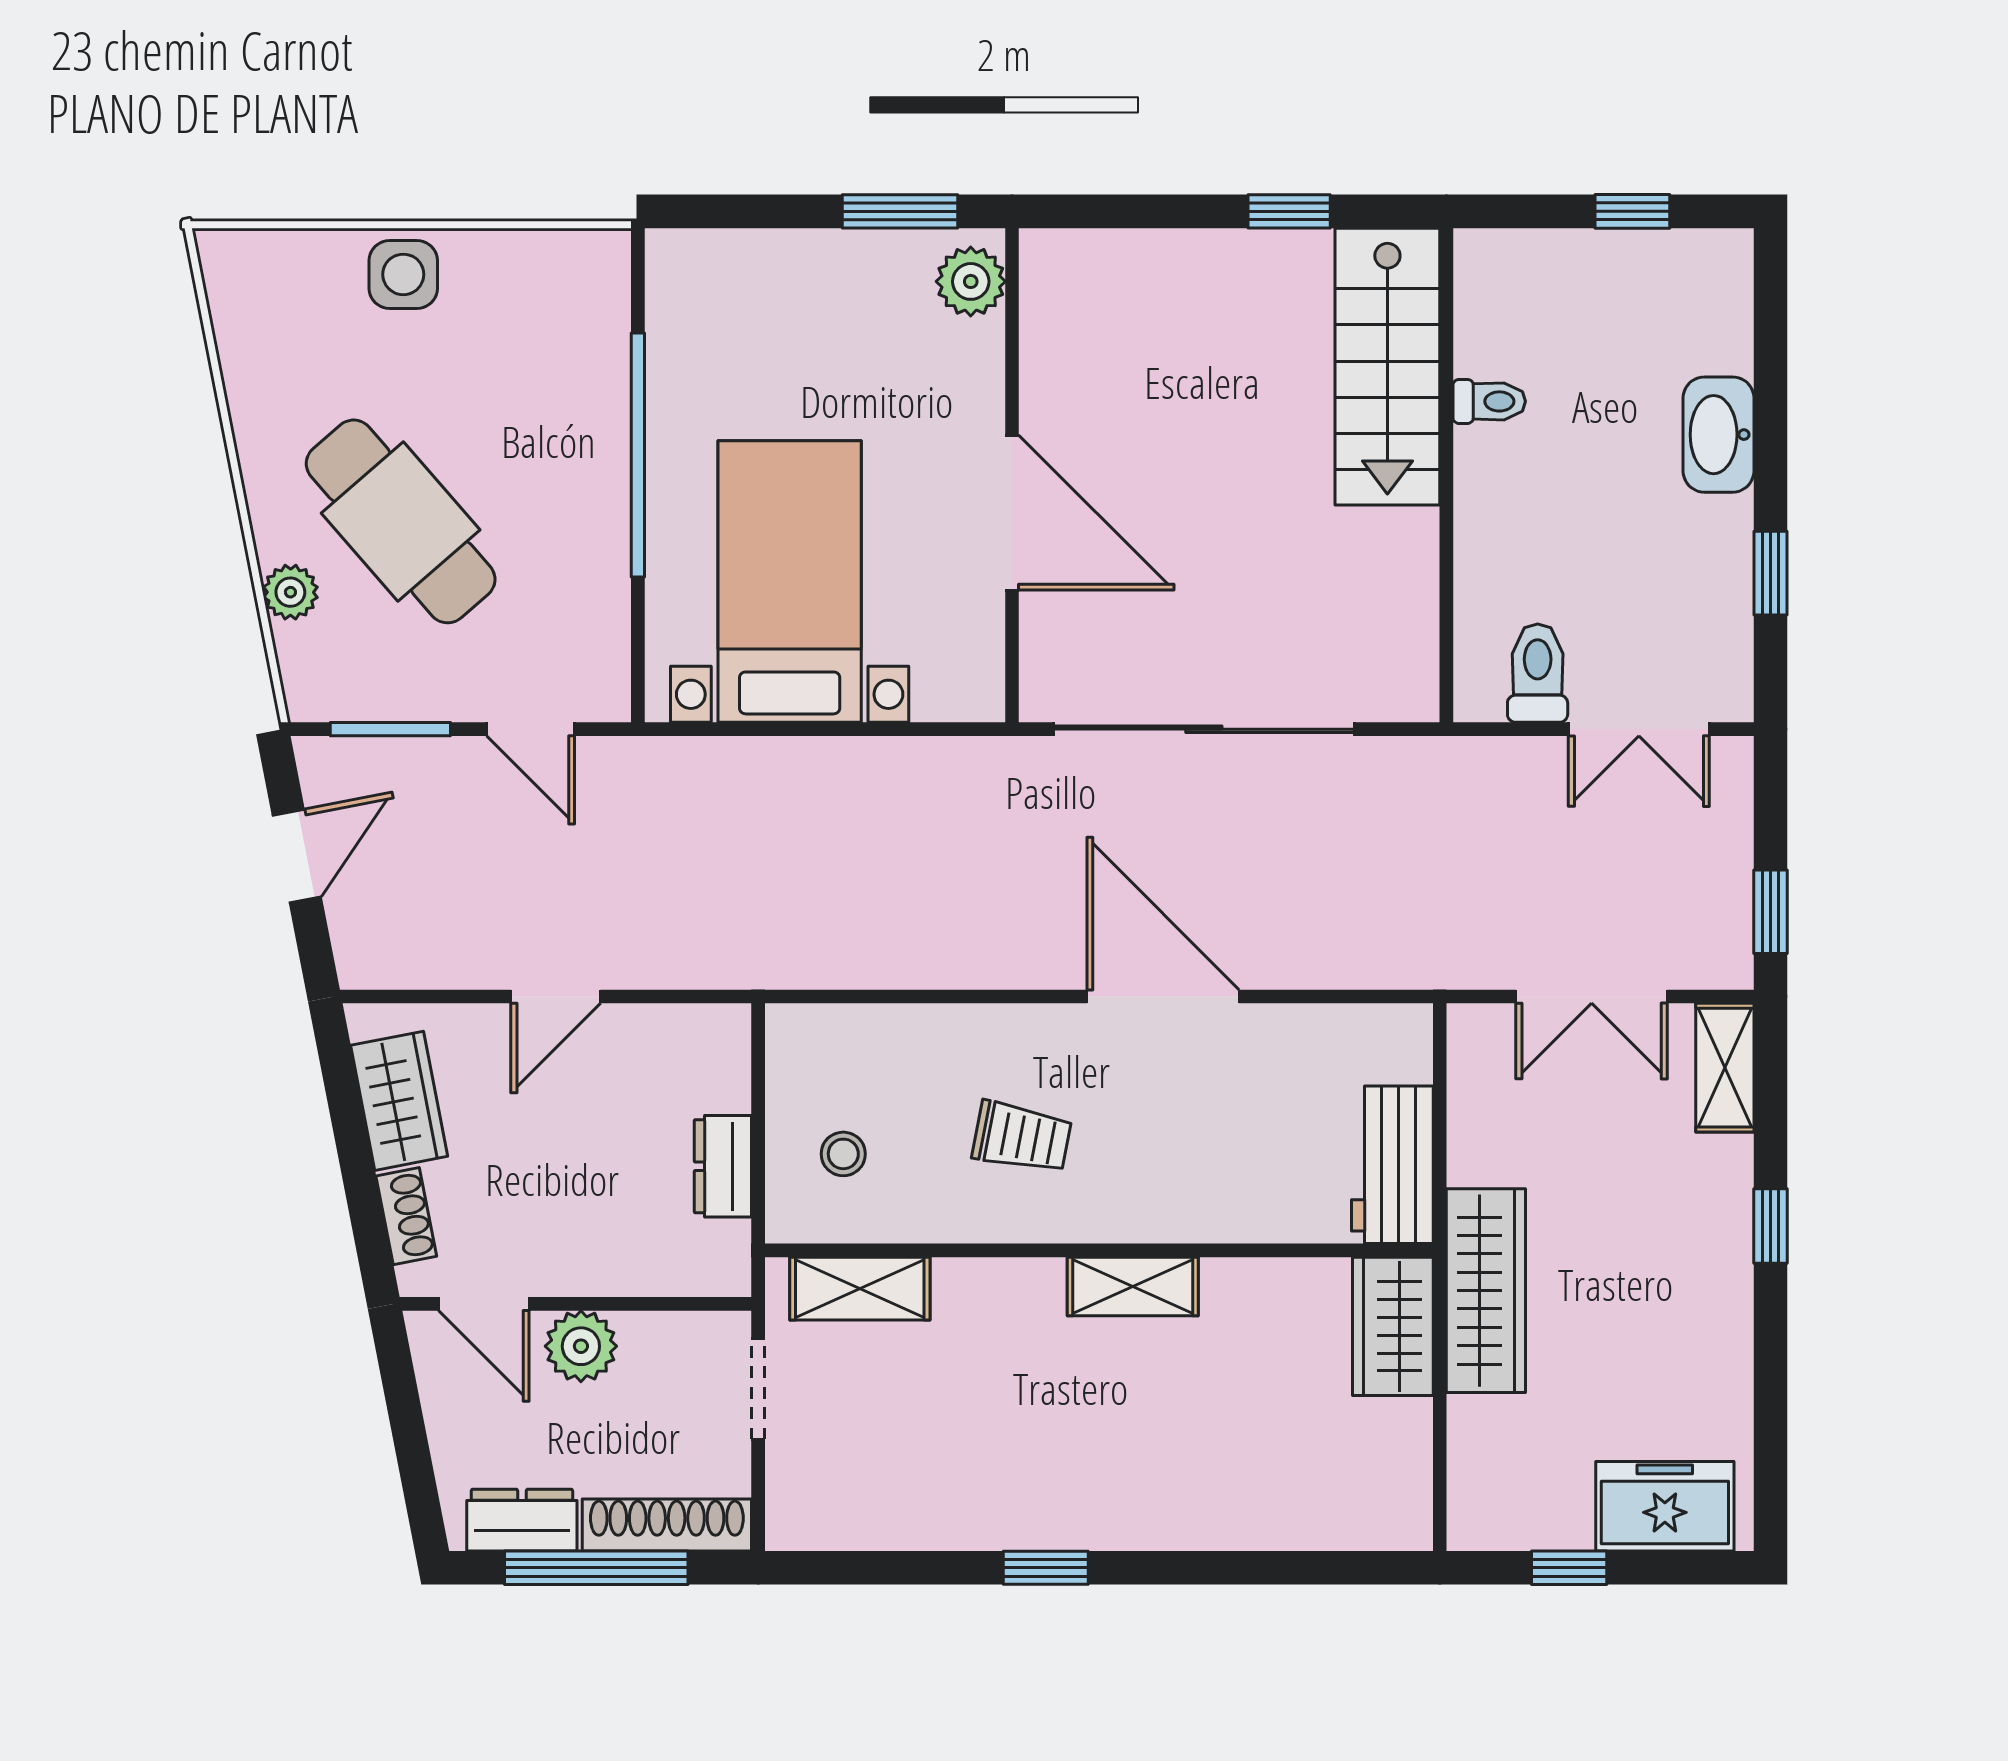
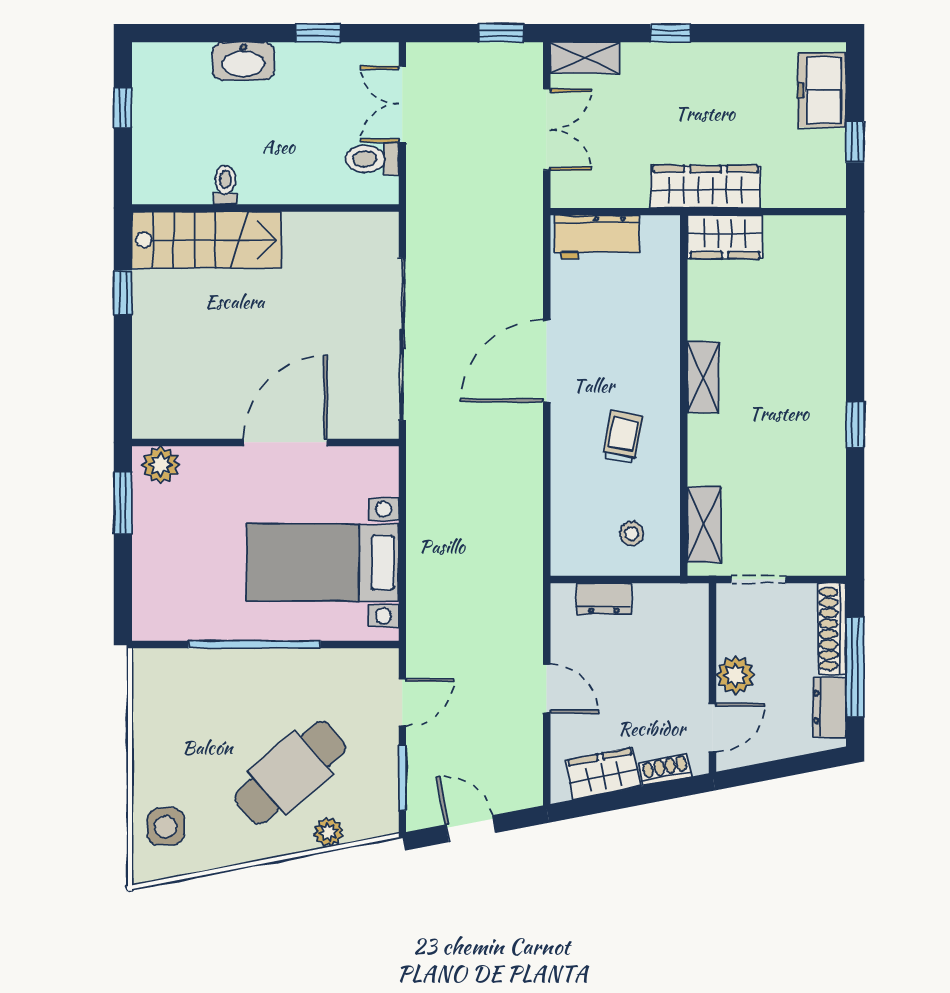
side table: (403, 274) -> (166, 827), moved
double door: (1639, 729) -> (402, 104), swing flipped
workbench: (1392, 1165) -> (597, 237), moved
dresser: (723, 1166) -> (604, 599), moved

